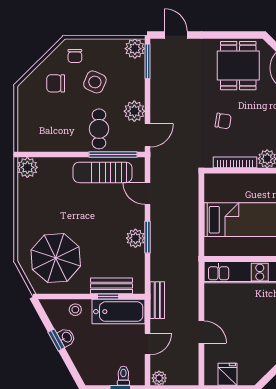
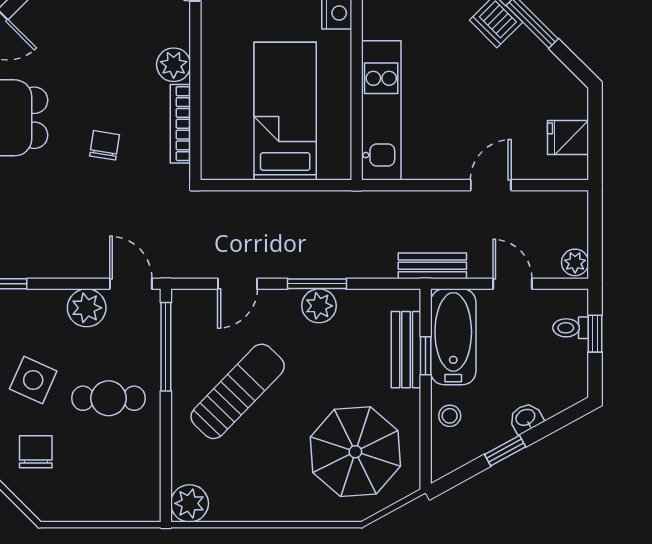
chair: (56, 83) -> (36, 452), turned 180
cafe table: (99, 129) -> (109, 398), moved
sun lounger: (103, 172) -> (238, 391), moved, turned -136
washbasin: (67, 337) -> (526, 418), moved

